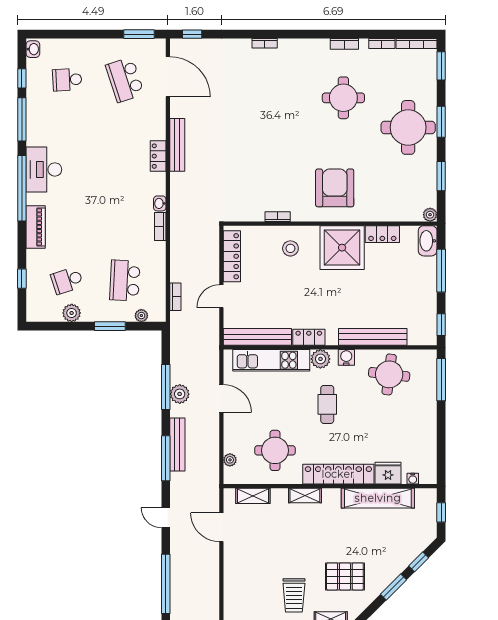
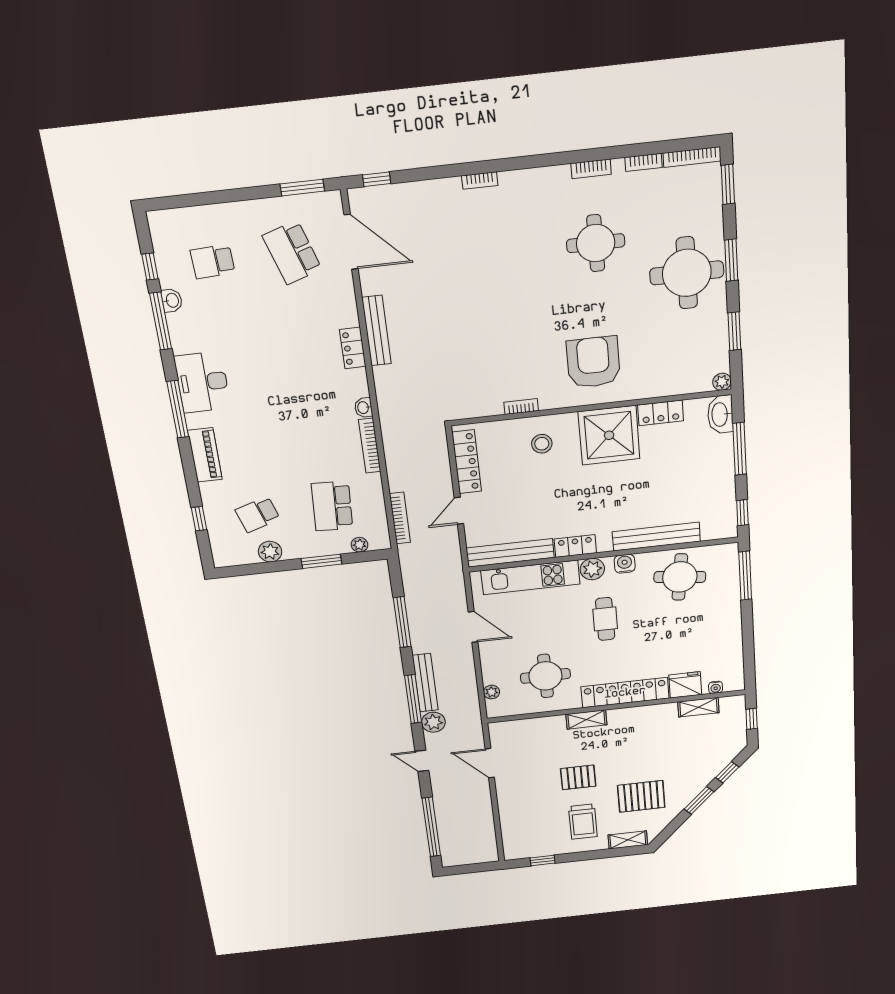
washbasin: (33, 49) -> (172, 300), moved
window: (22, 188) -> (178, 409), width x0.68
bookcase: (160, 226) -> (370, 446), width x1.56
bookcase: (175, 297) -> (400, 518), width x1.56
plant: (180, 394) -> (433, 722), moved
shelving: (253, 496) -> (524, 727), removed
shelving: (378, 498) -> (698, 707), width x0.45, depth x0.75
pallet: (294, 551) -> (578, 777), added

